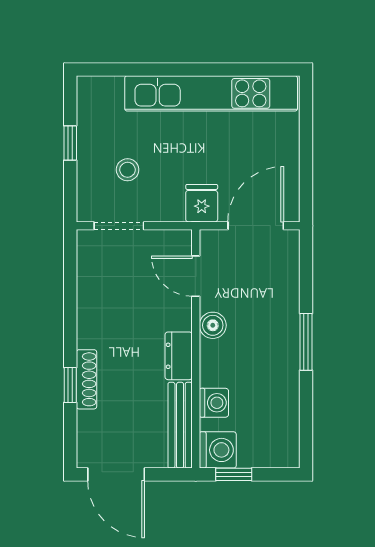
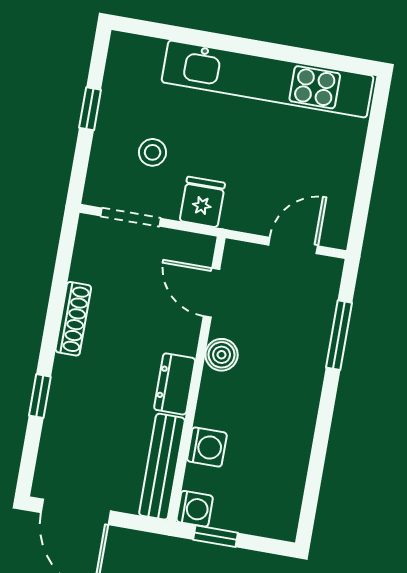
fridge: (202, 203) -> (202, 202), moved
door: (256, 226) -> (293, 245), width x0.73
window: (306, 342) -> (339, 335), moved
shoe rack: (86, 379) -> (73, 319), moved
washing machine: (218, 450) -> (195, 509), width x0.73, depth x0.73

